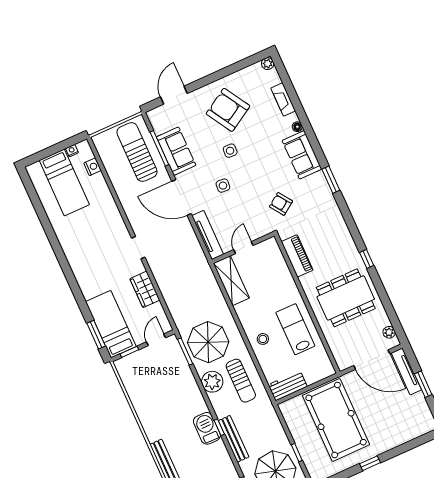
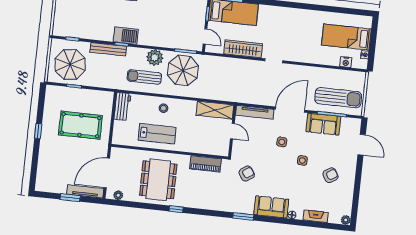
armchair: (228, 110) -> (330, 175), width x0.53, depth x0.53
wardrobe: (145, 289) -> (243, 49), width x1.50
pool table: (336, 420) -> (80, 125), width x0.73, depth x0.76

